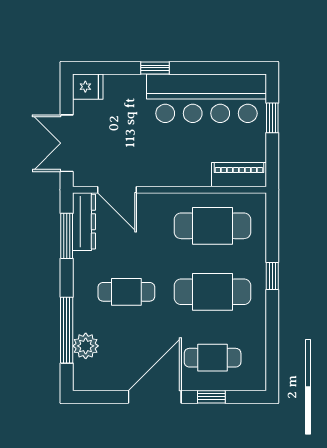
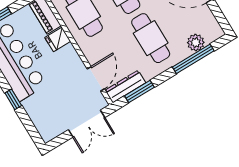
fridge: (88, 87) -> (58, 39), moved, turned -90
cafe table: (126, 292) -> (151, 38), width x1.37, depth x1.35

